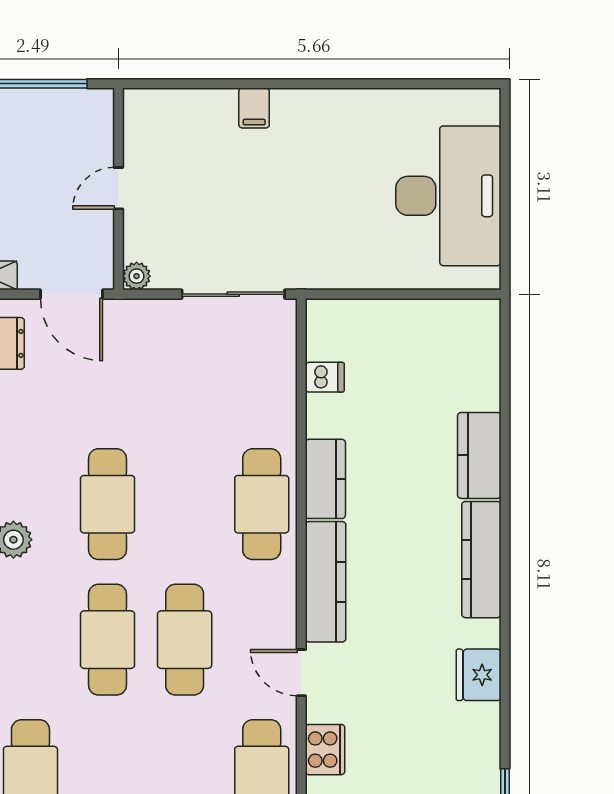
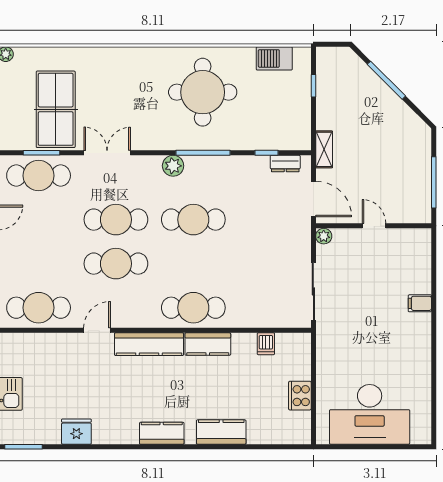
door: (71, 294) -> (313, 199), swing flipped
kitchen counter: (481, 560) -> (162, 433), width x0.67
fridge: (479, 675) -> (76, 432), moved
cooker: (325, 750) -> (300, 396), moved, turned 90

